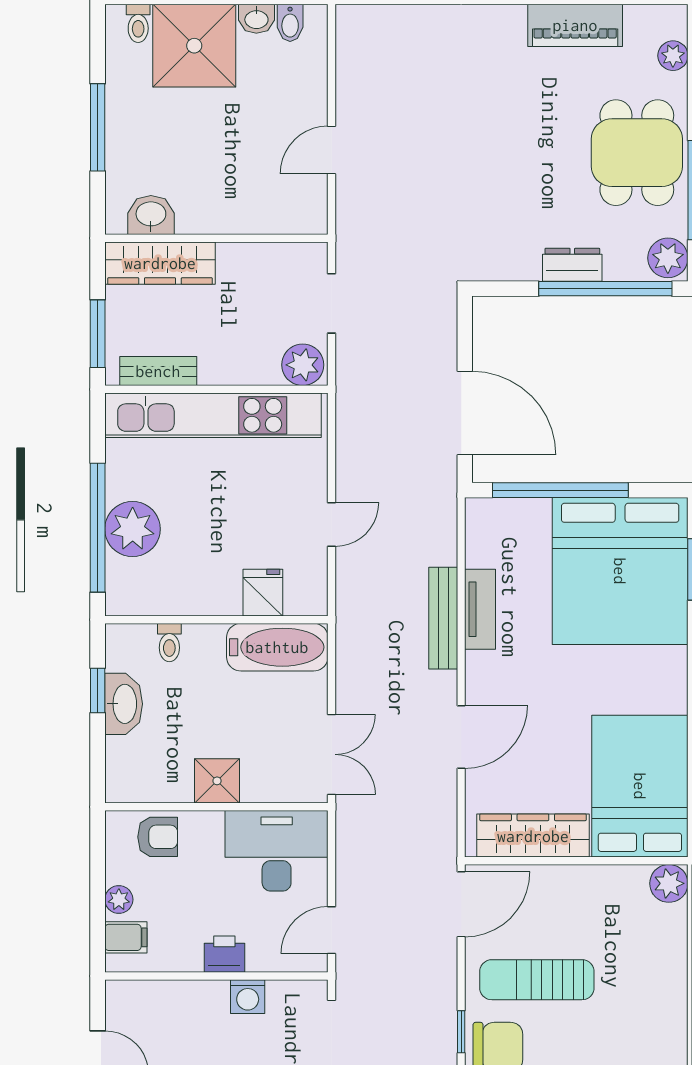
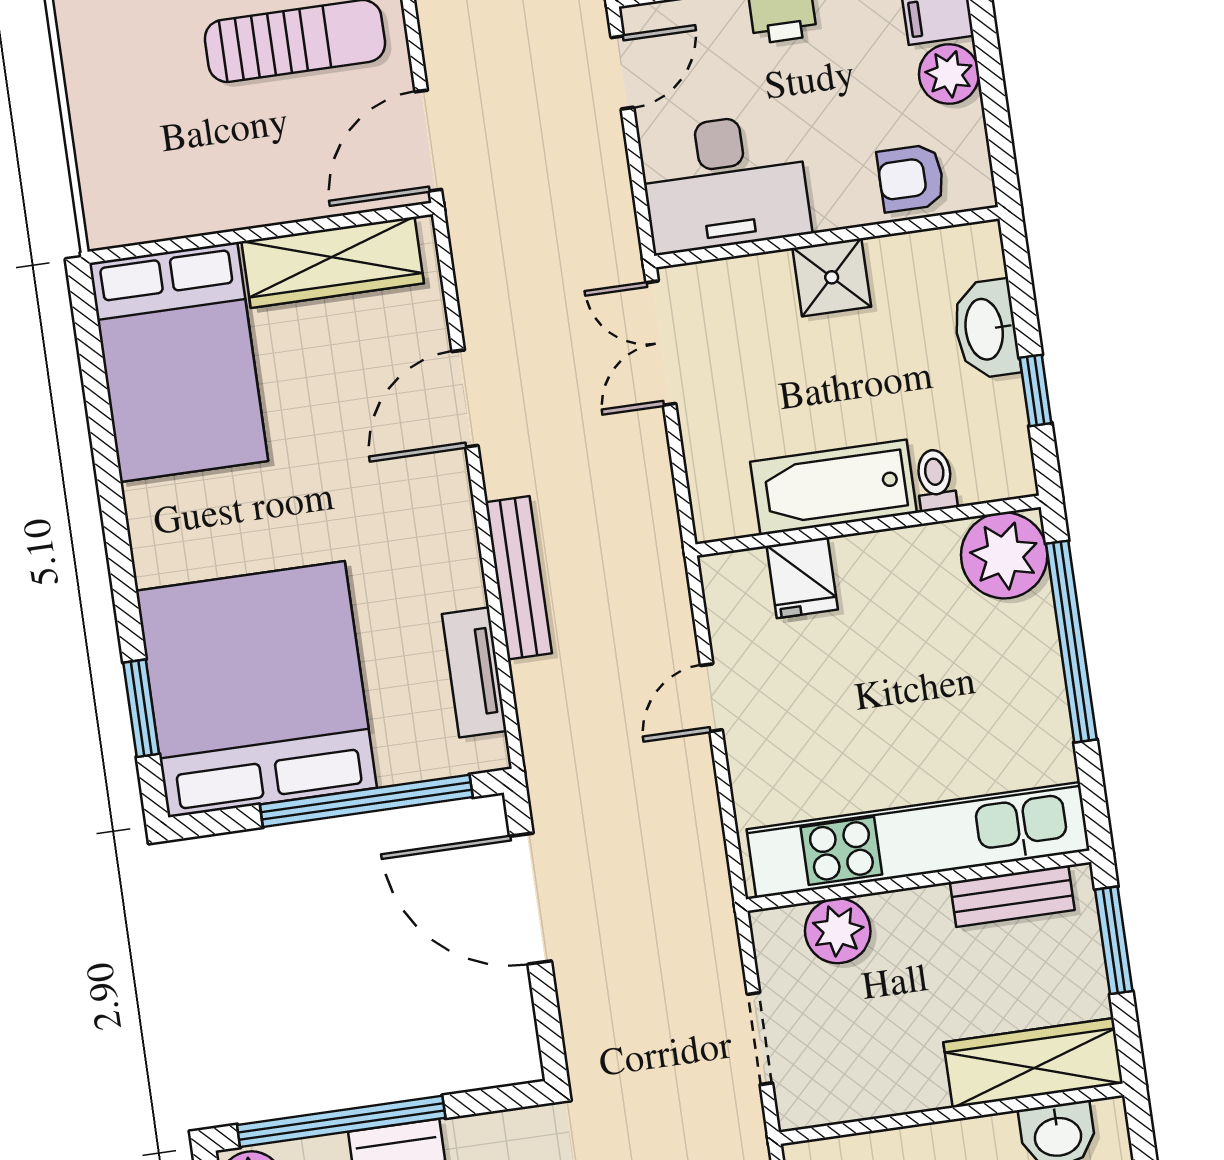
plant: (303, 365) -> (838, 931), moved
plant: (133, 529) -> (1004, 555), moved
tv unit: (480, 609) -> (474, 672), moved
bathtub: (277, 647) -> (834, 487), moved
washbasin: (124, 704) -> (986, 329), moved
plant: (669, 883) -> (113, 218), removed
plant: (119, 900) -> (949, 74), width x1.38, depth x1.38

